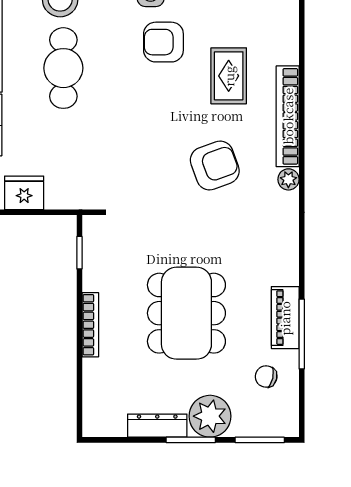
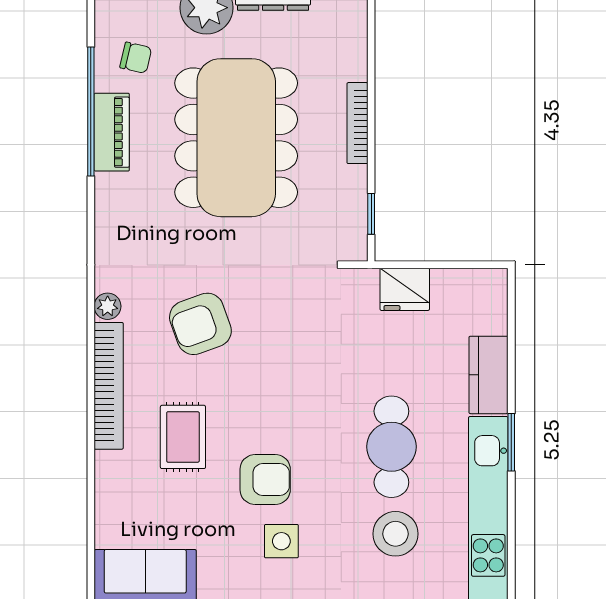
fridge: (24, 193) -> (405, 289), moved
dining table: (186, 313) -> (236, 138), width x1.36, depth x1.24
window: (302, 334) -> (91, 111), width x1.46

